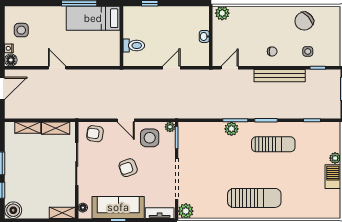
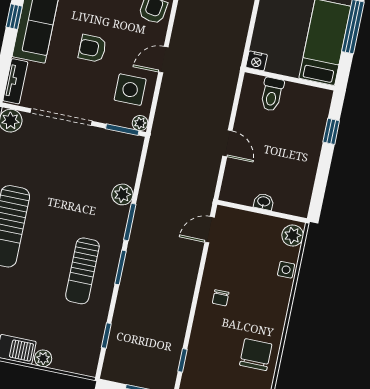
chair: (304, 21) -> (256, 355), turned 42
side table: (308, 51) -> (286, 270), moved
nightstand: (114, 60) -> (256, 61), added
door: (230, 68) -> (210, 230), swing flipped
bench: (280, 76) -> (182, 302), removed
plant: (231, 129) -> (122, 194), moved
armchair: (128, 168) -> (92, 48), turned -70

